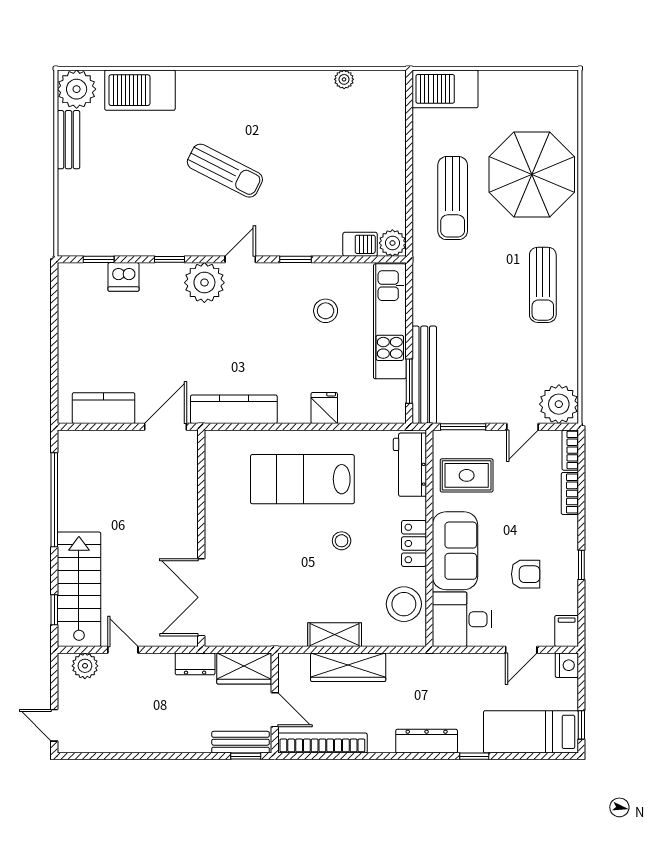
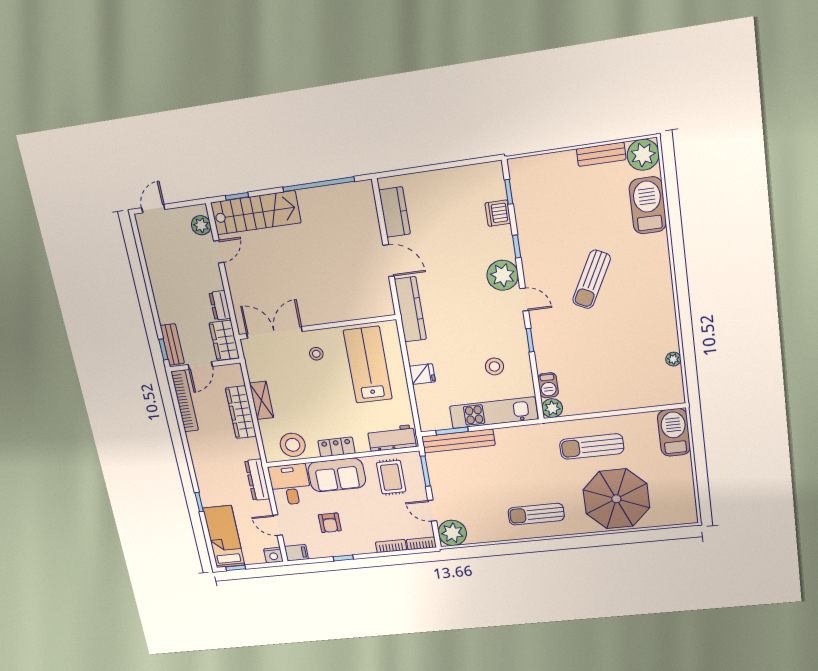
wall: (201, 538) -> (317, 327), moved
stool: (342, 541) -> (316, 354), moved
double door: (201, 597) -> (274, 332), moved
dresser: (427, 741) -> (257, 480), moved, turned 180

